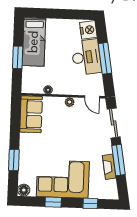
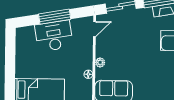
nightstand: (88, 30) -> (26, 34), removed
plant: (70, 102) -> (100, 62), moved

